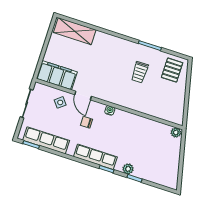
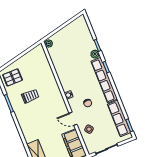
door: (83, 95) -> (73, 119), swing flipped
row of seats: (95, 157) -> (104, 80), width x1.36

